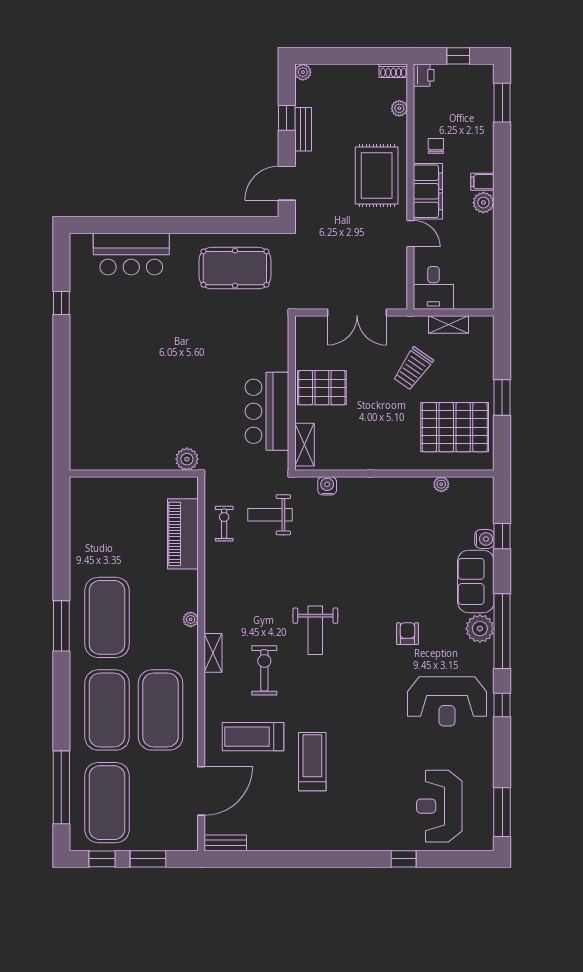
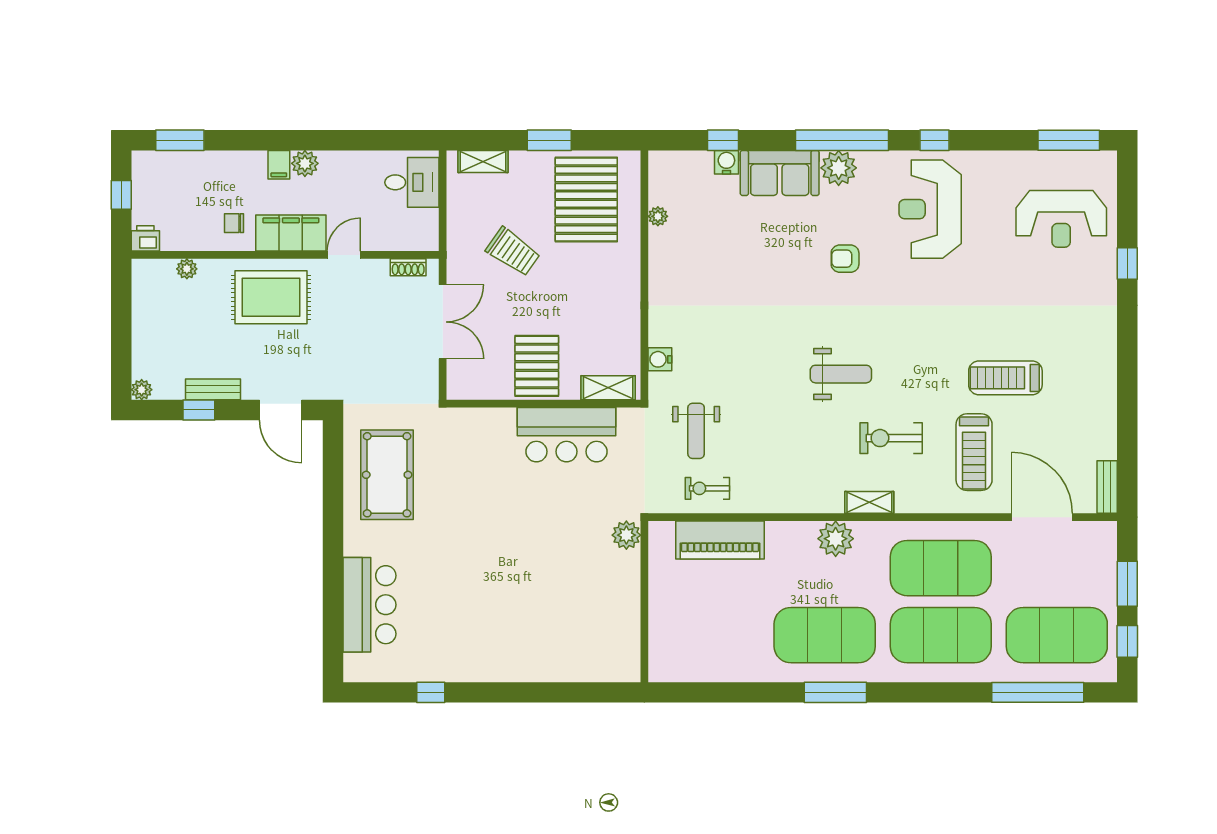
shoe rack: (393, 71) -> (408, 267), moved, turned 90
desk: (433, 288) -> (412, 182), moved
shelving: (448, 324) -> (483, 161), moved, turned 90
plant: (191, 619) -> (836, 539), width x1.88, depth x1.88
reception desk: (447, 701) -> (930, 209), turned 180

